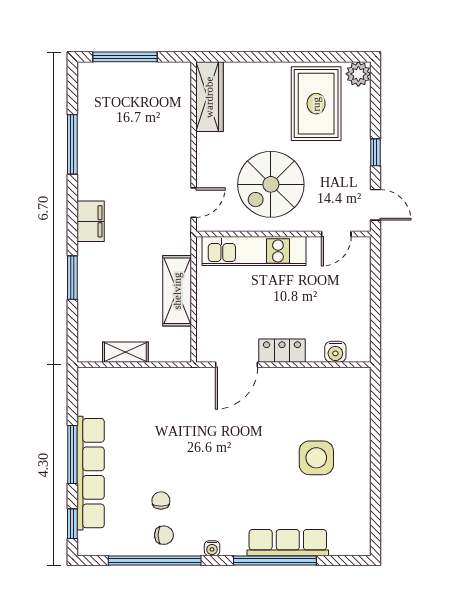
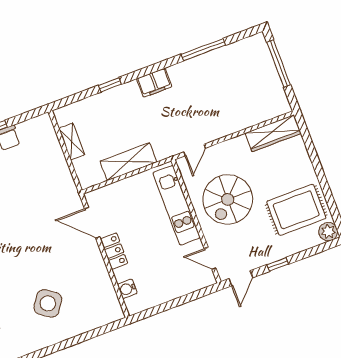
spiral stairs: (271, 184) -> (228, 199), turned -90
door: (194, 203) -> (194, 150), hinge flipped
window: (72, 278) -> (110, 85), width x0.67
side table: (316, 458) -> (48, 303), turned 35

